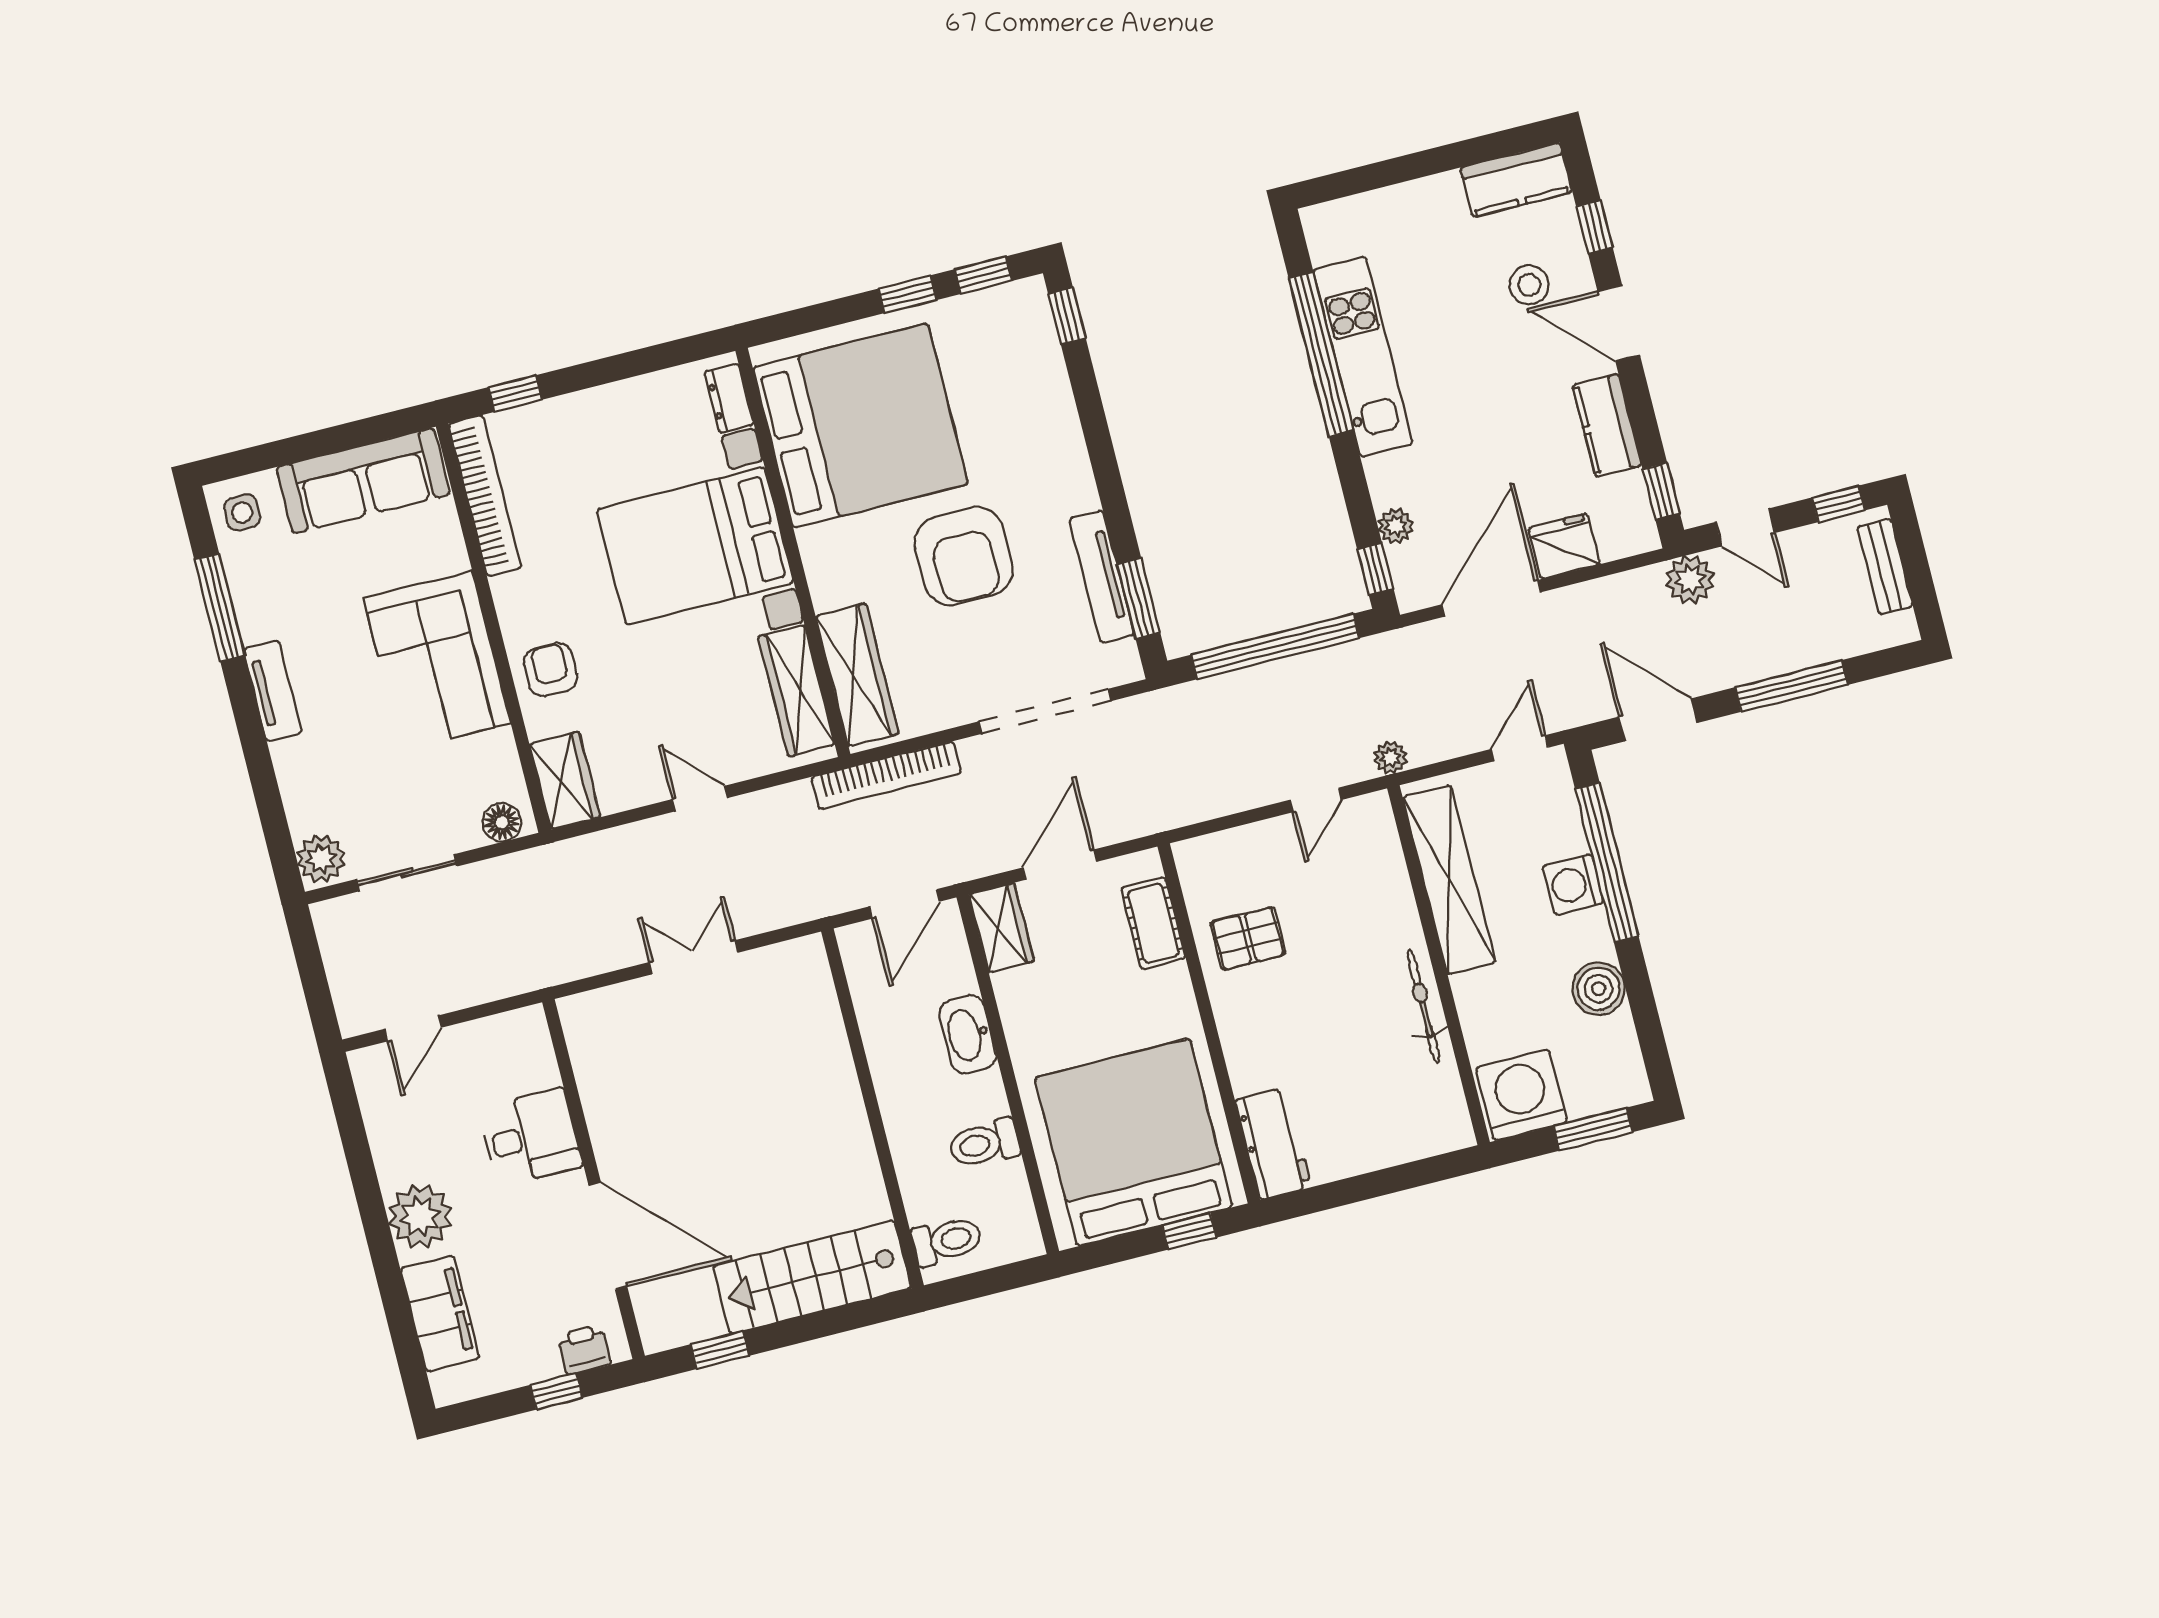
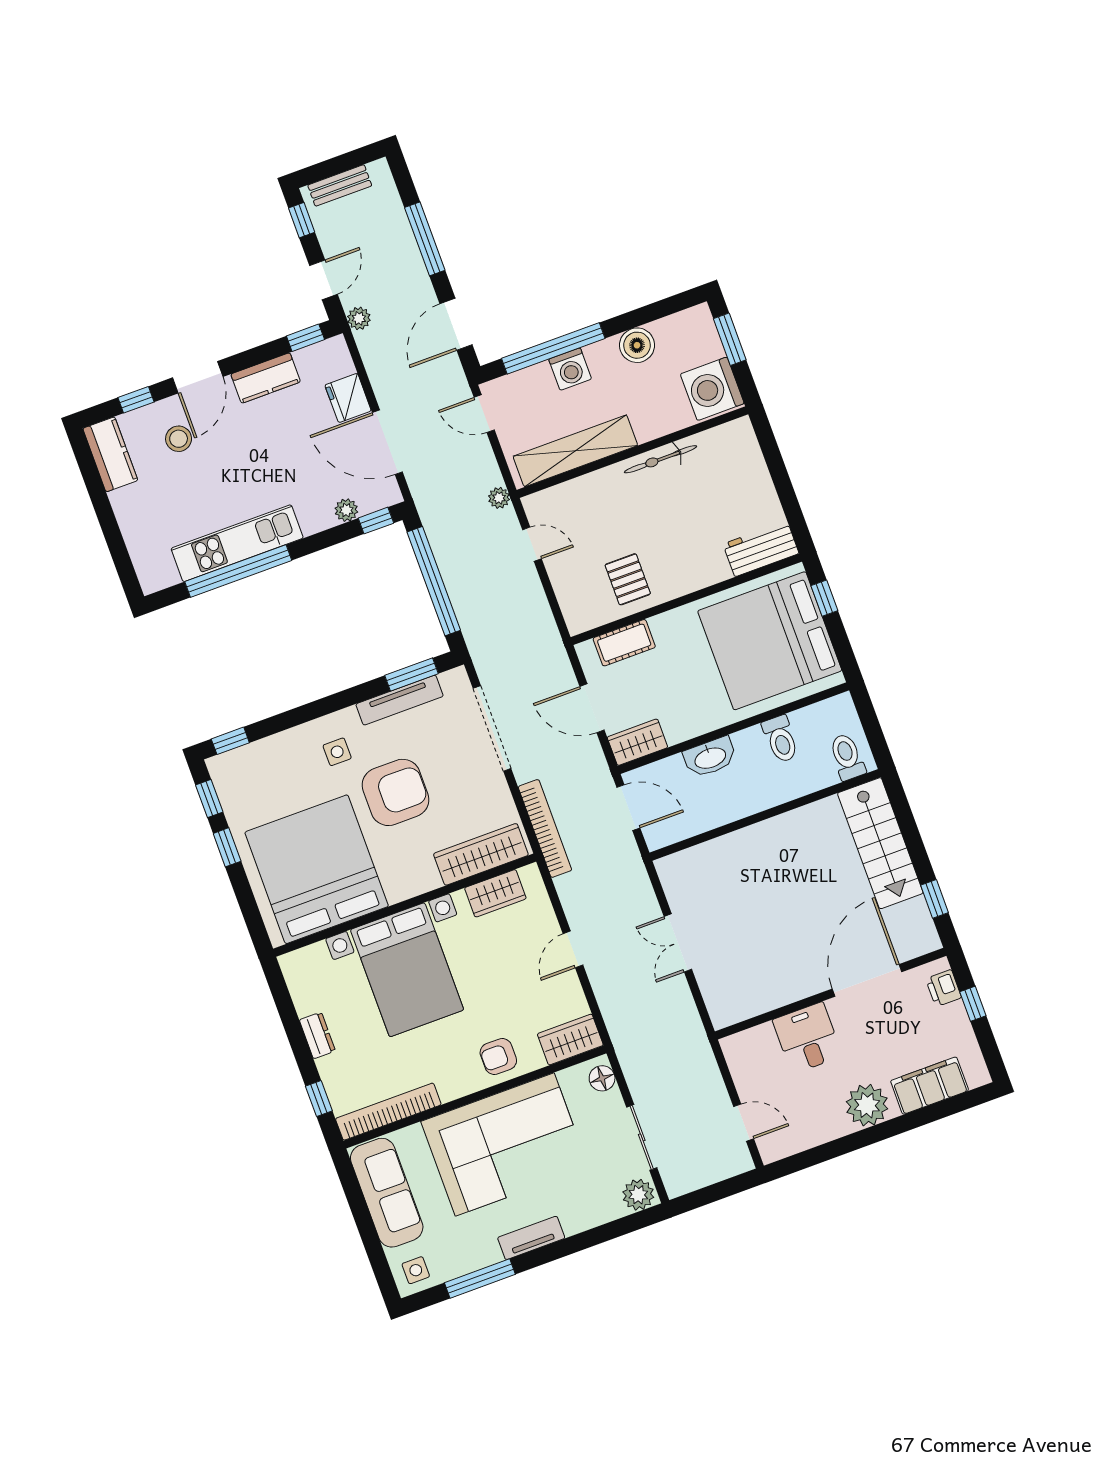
dresser: (729, 398) -> (317, 1035), moved, turned -90
side table: (1034, 475) -> (337, 752), added
plant: (1690, 580) -> (359, 318), width x0.73, depth x0.73
corner sofa: (437, 661) -> (505, 1144), width x1.36, depth x1.36
wardrobe: (797, 691) -> (495, 893), width x0.67

